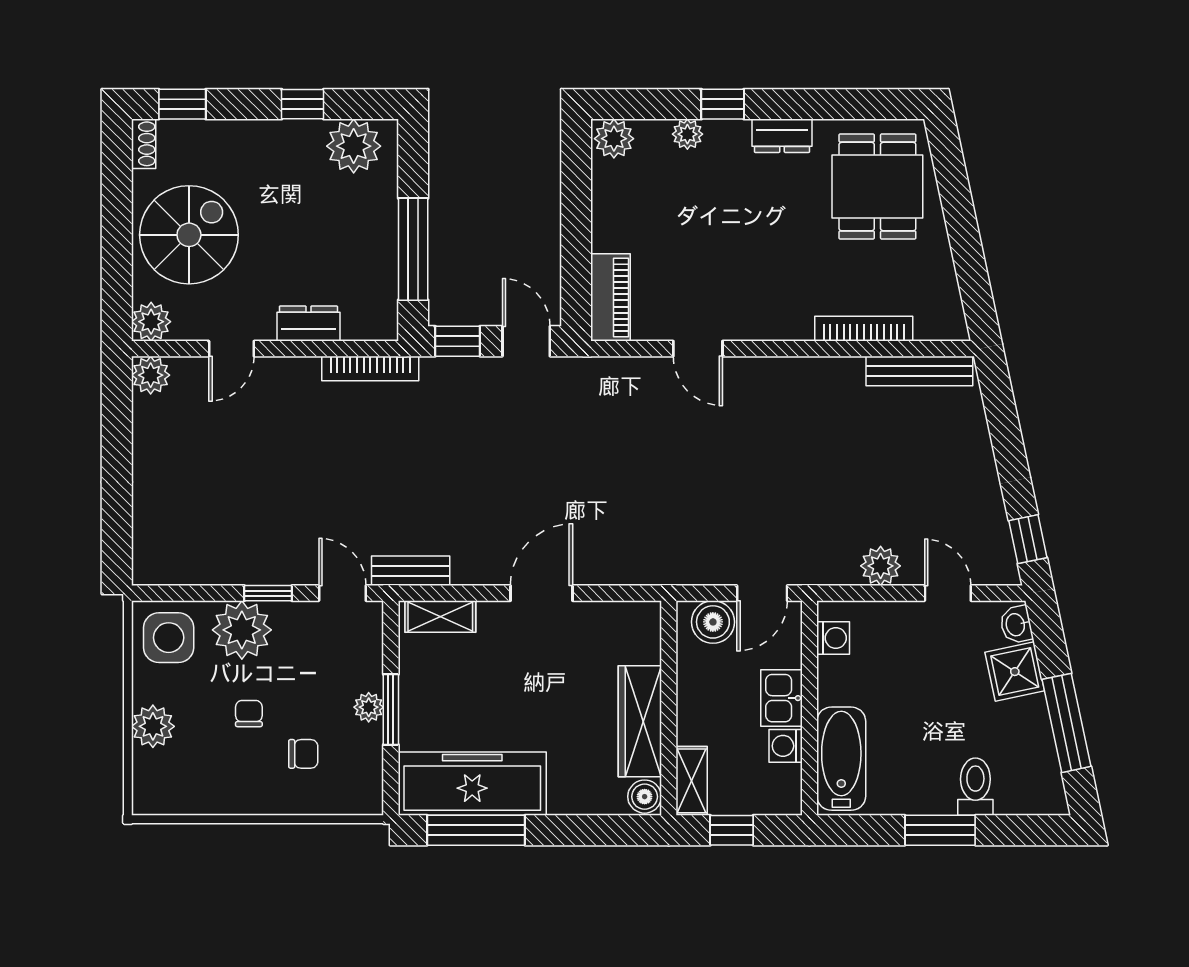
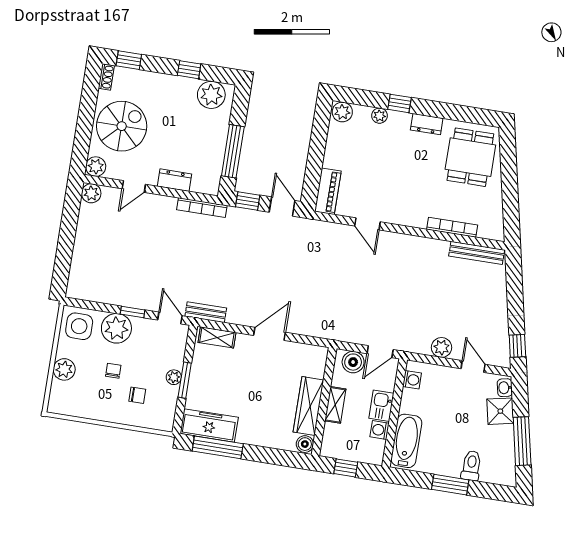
shelving: (692, 781) -> (335, 405), moved
freezer: (472, 784) -> (209, 425), width x0.73, depth x0.79

